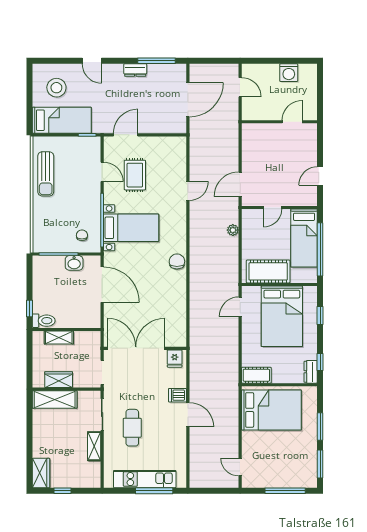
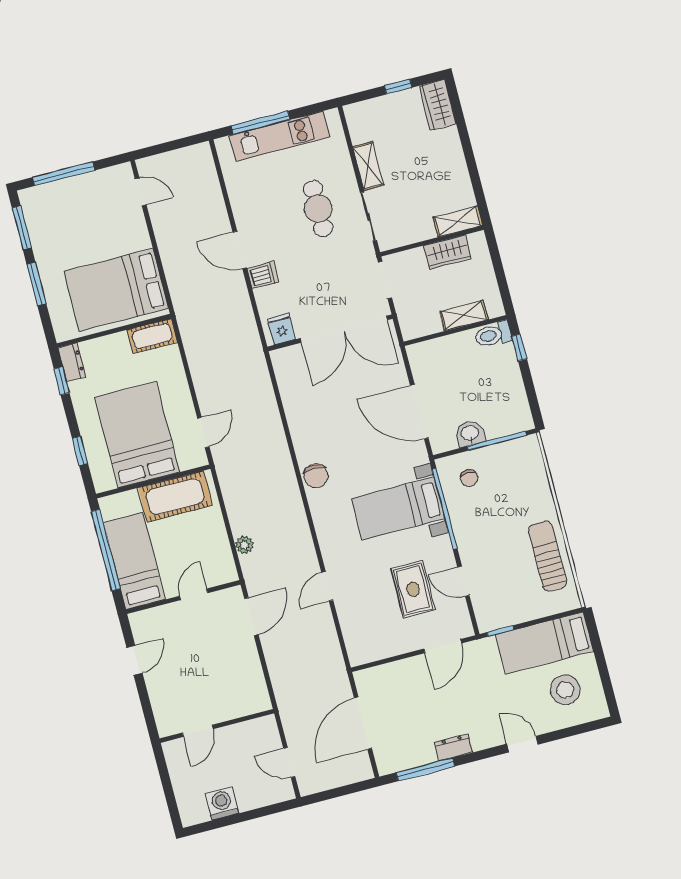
shelving: (55, 399) -> (458, 221), width x0.67, depth x0.75

